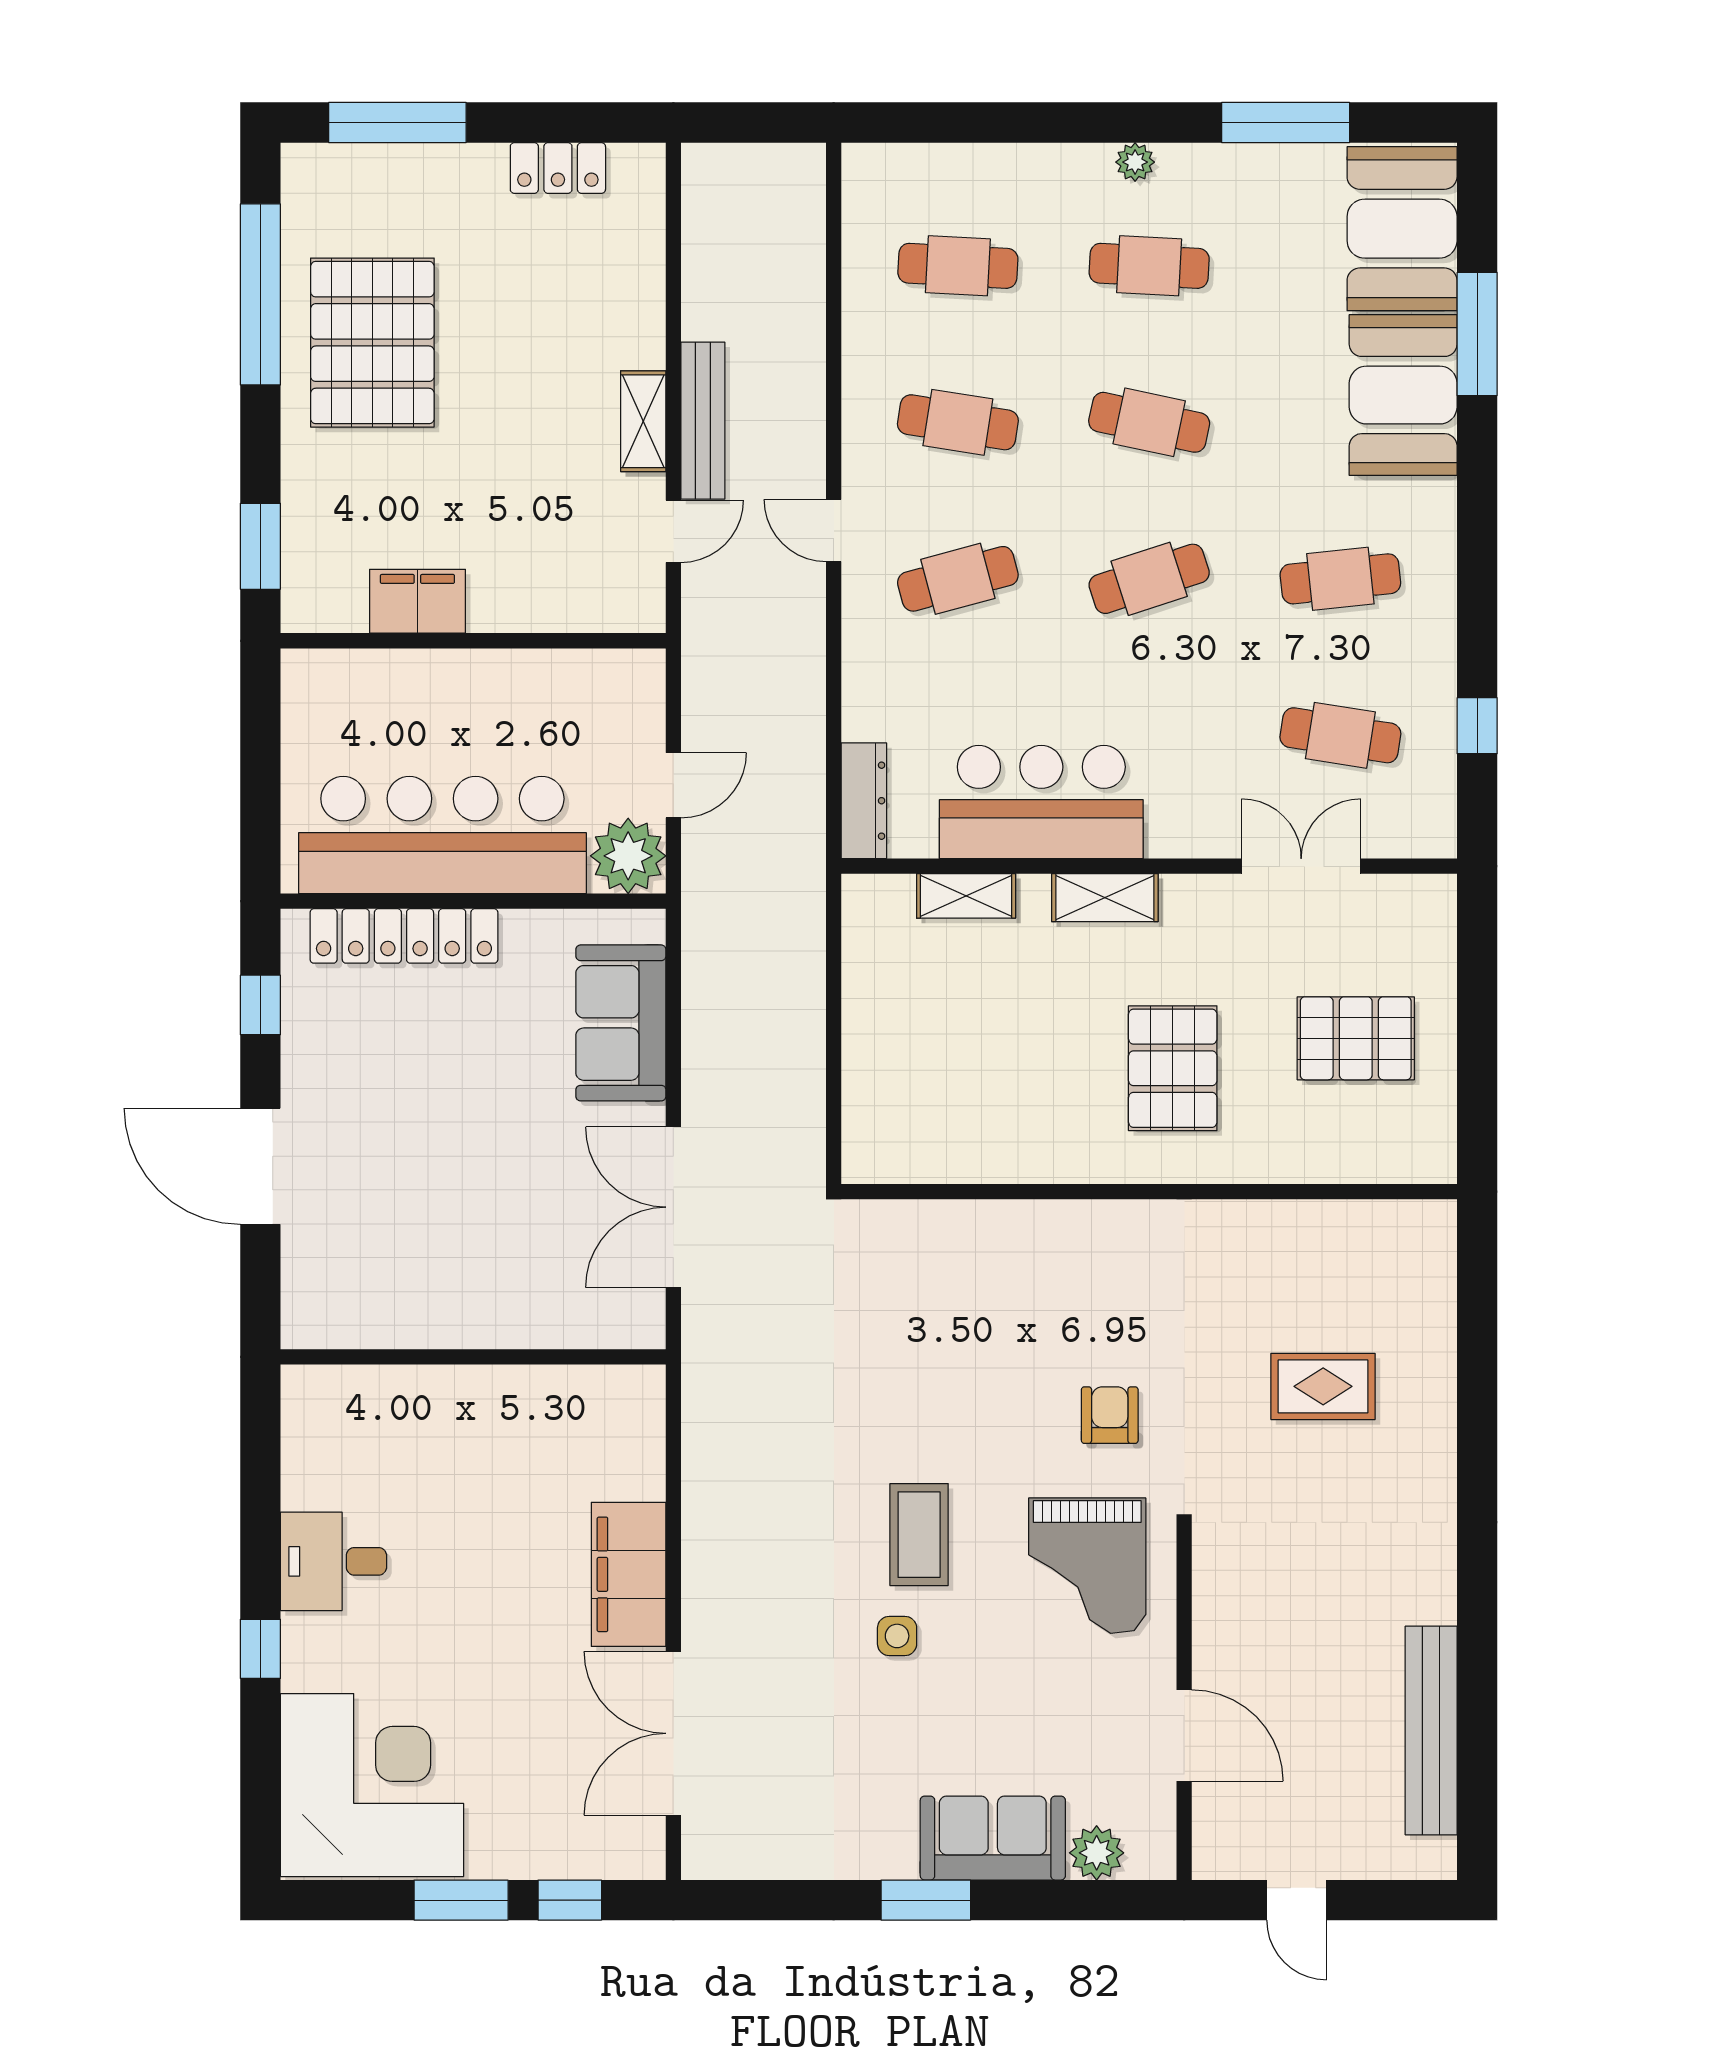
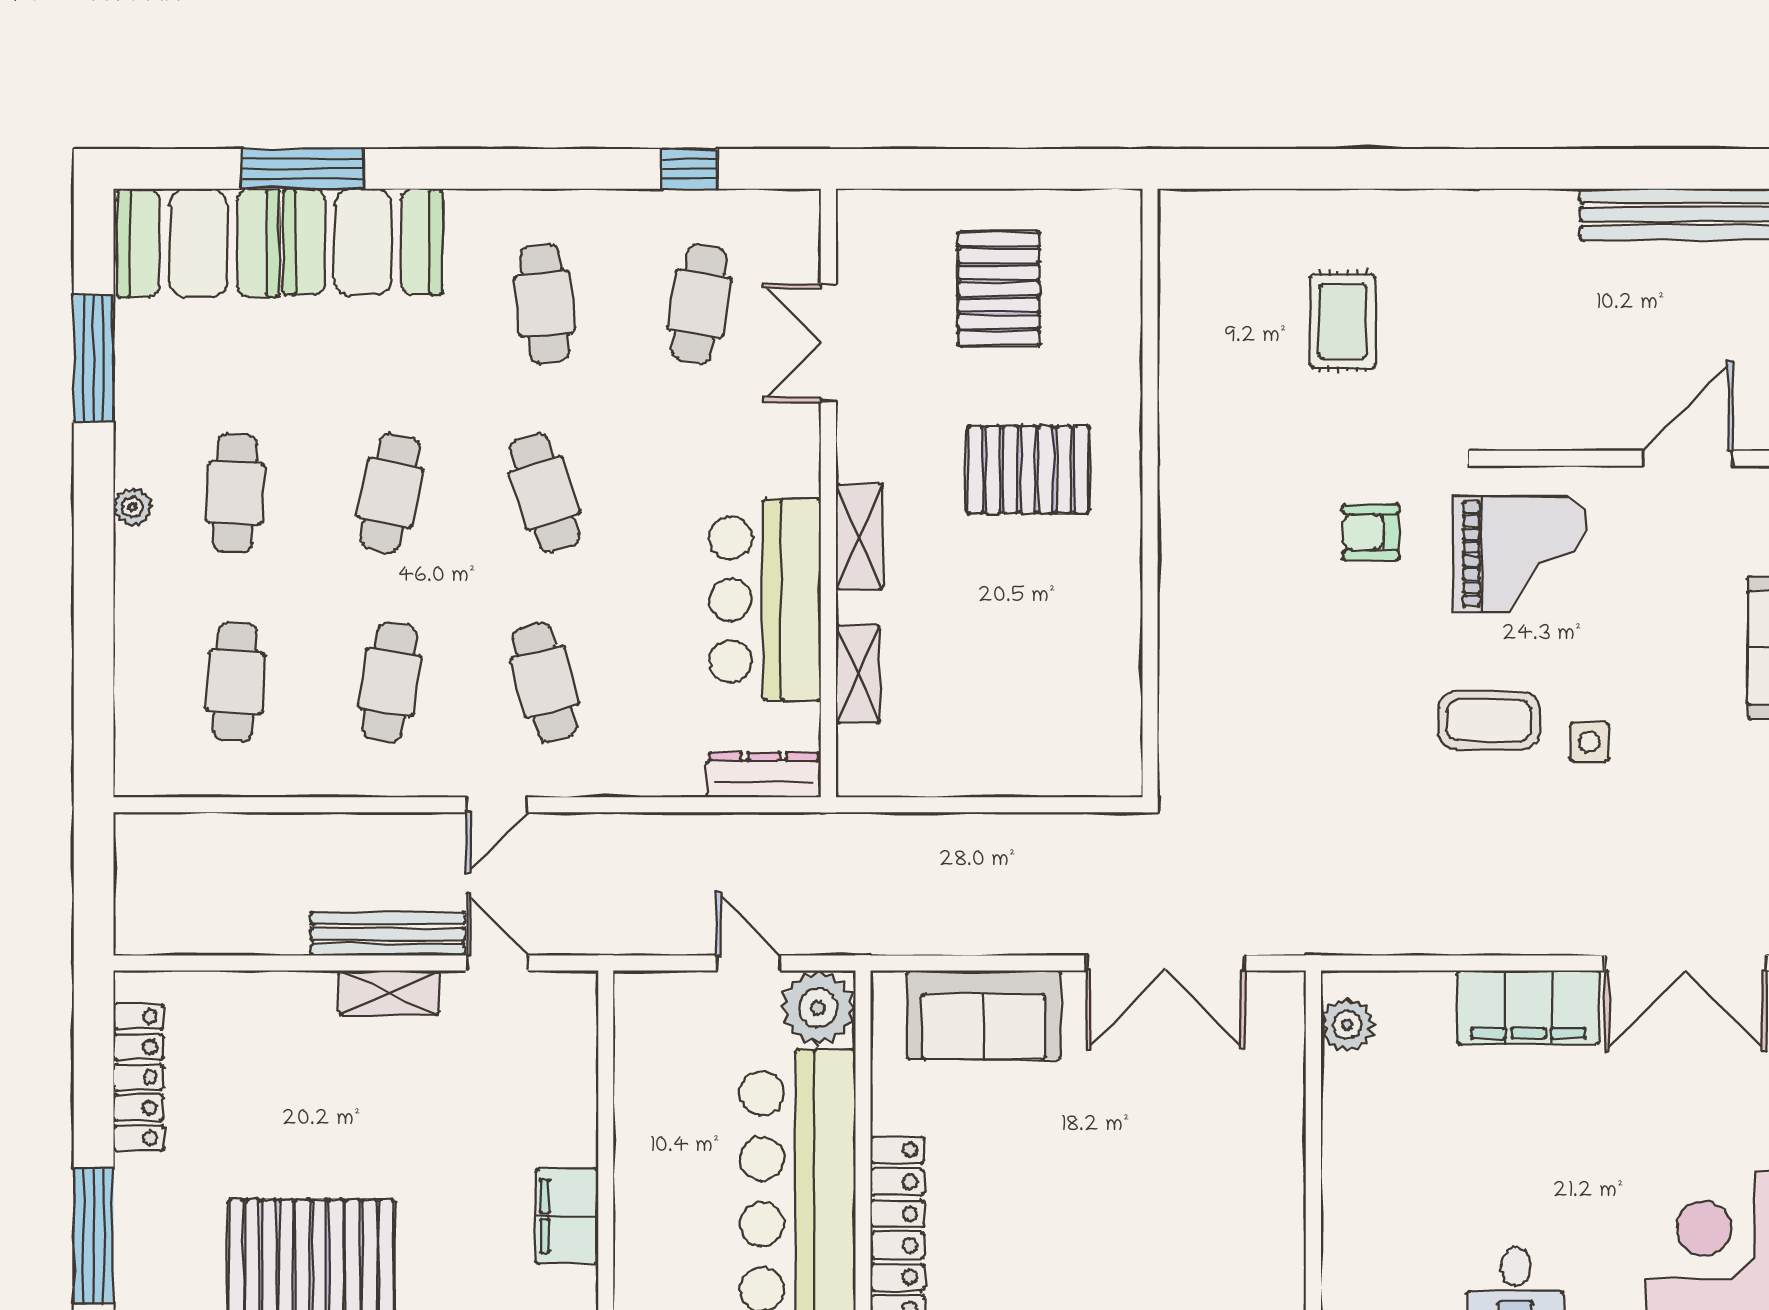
locker: (558, 168) -> (138, 1077), width x1.53
plant: (611, 1391) -> (1347, 1025), added

